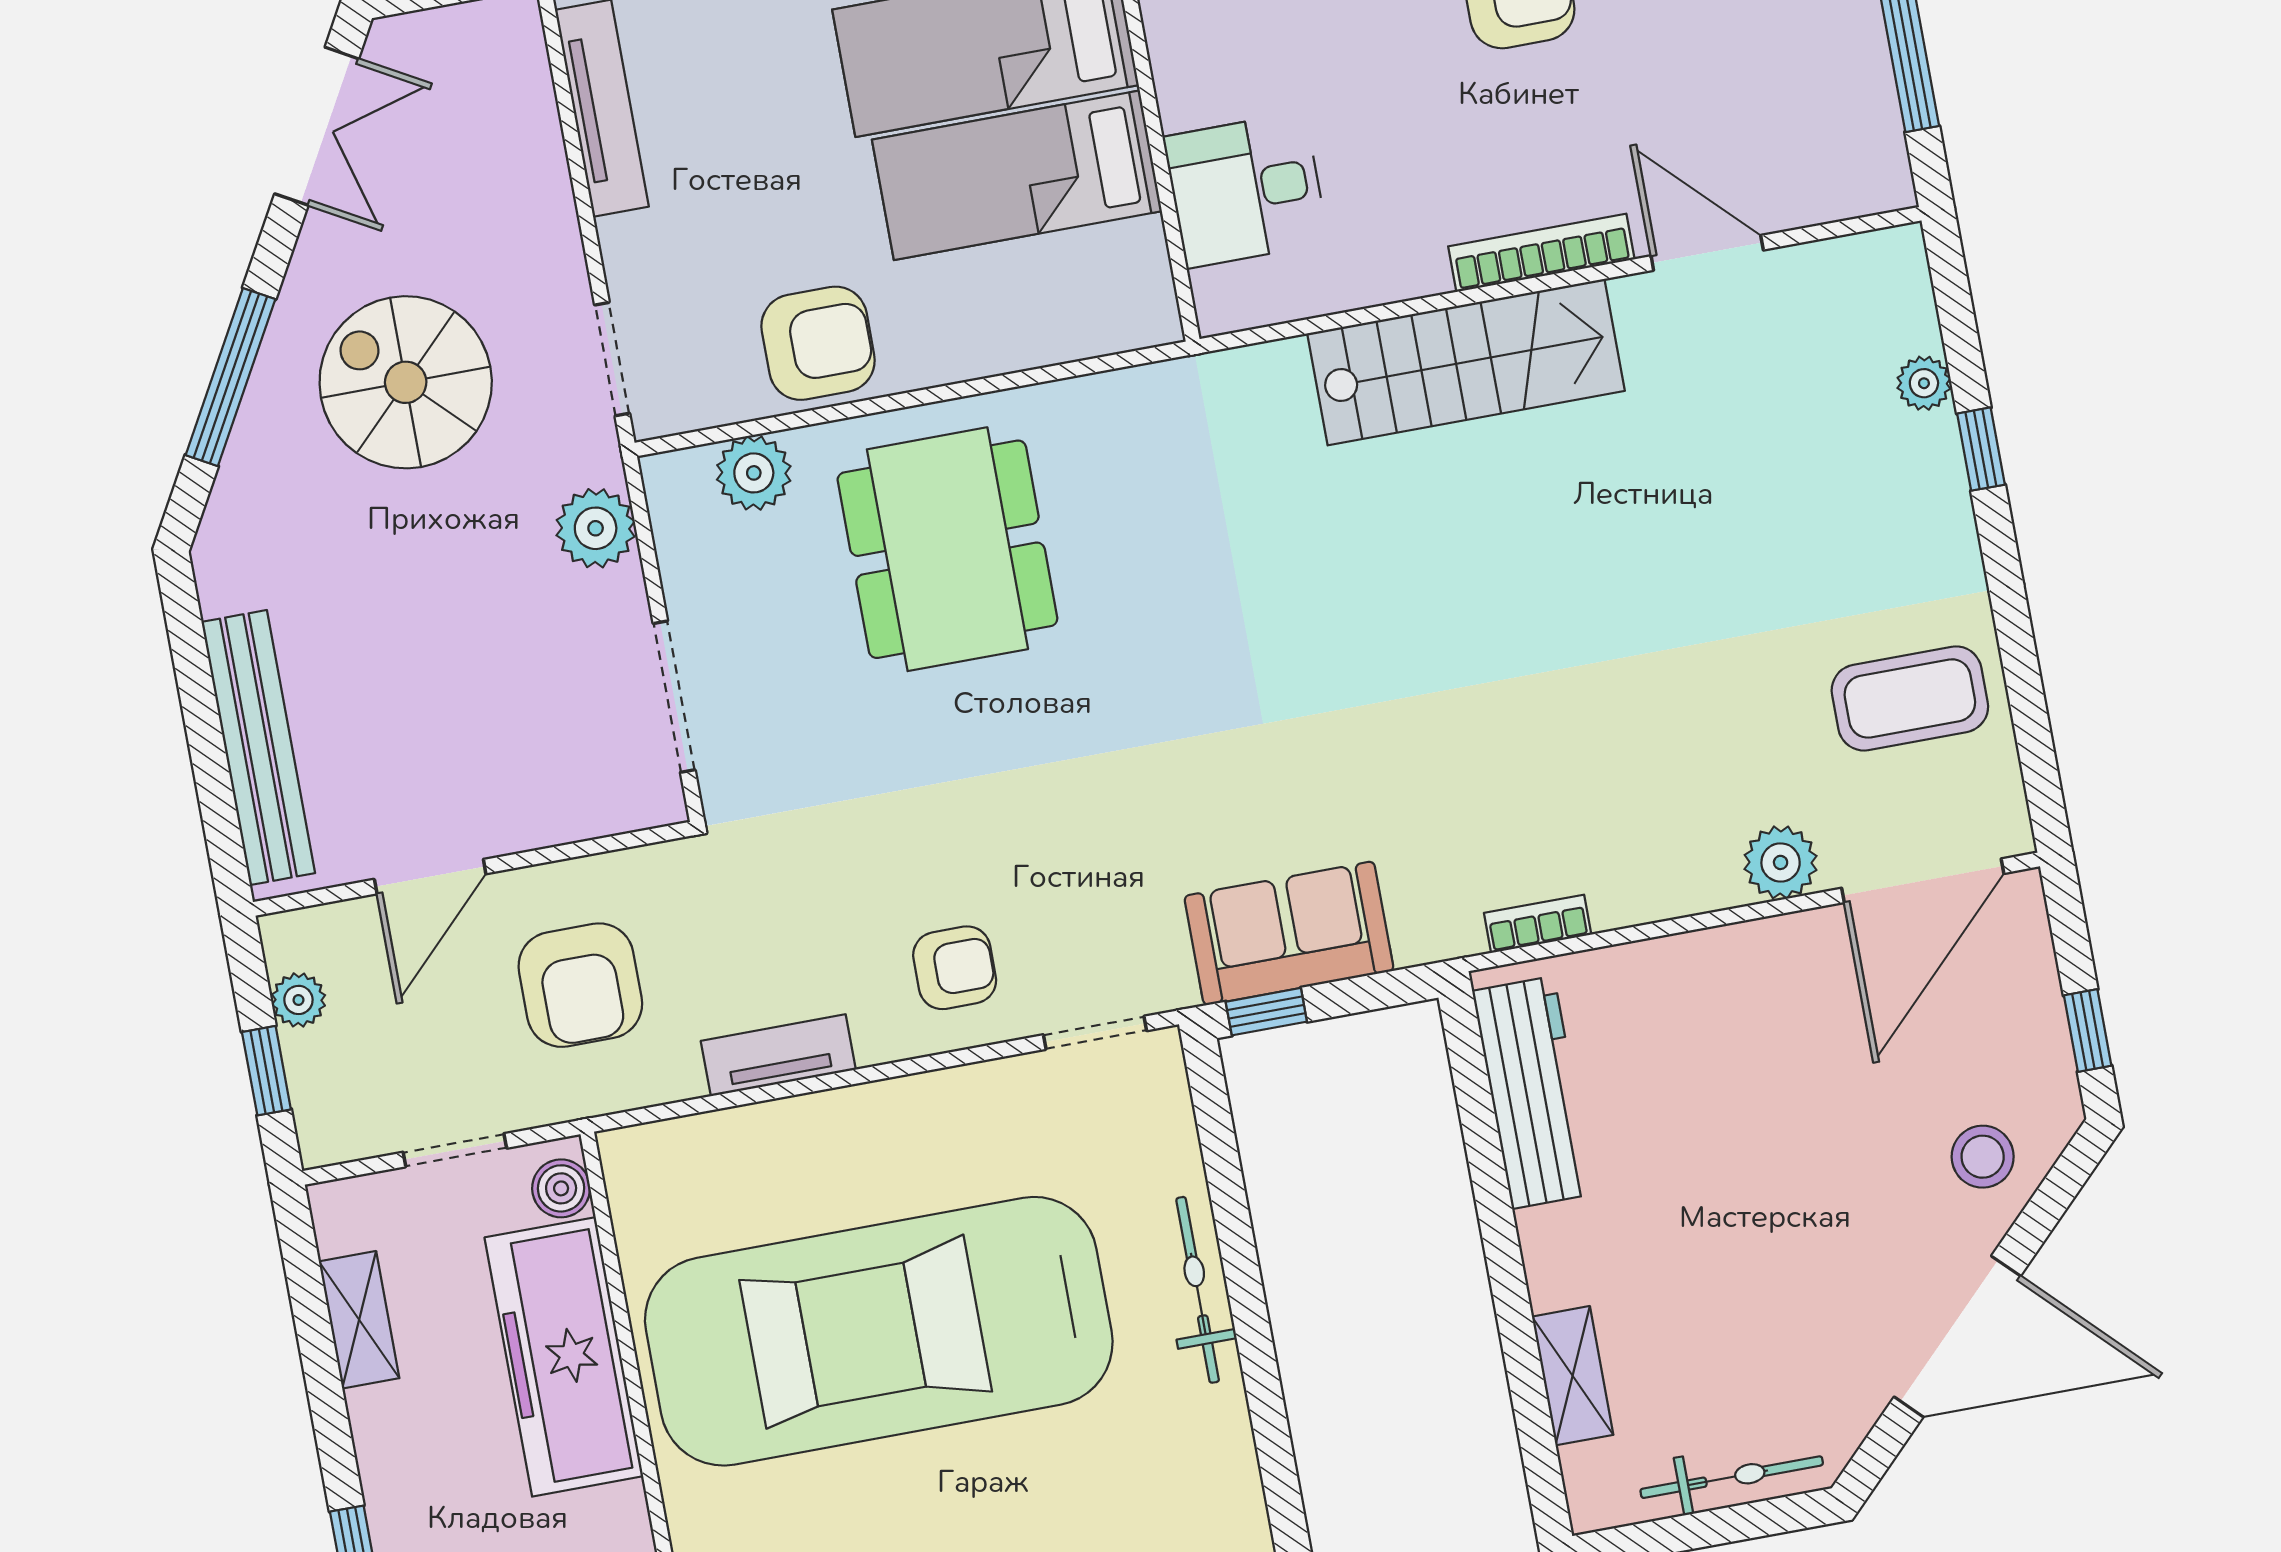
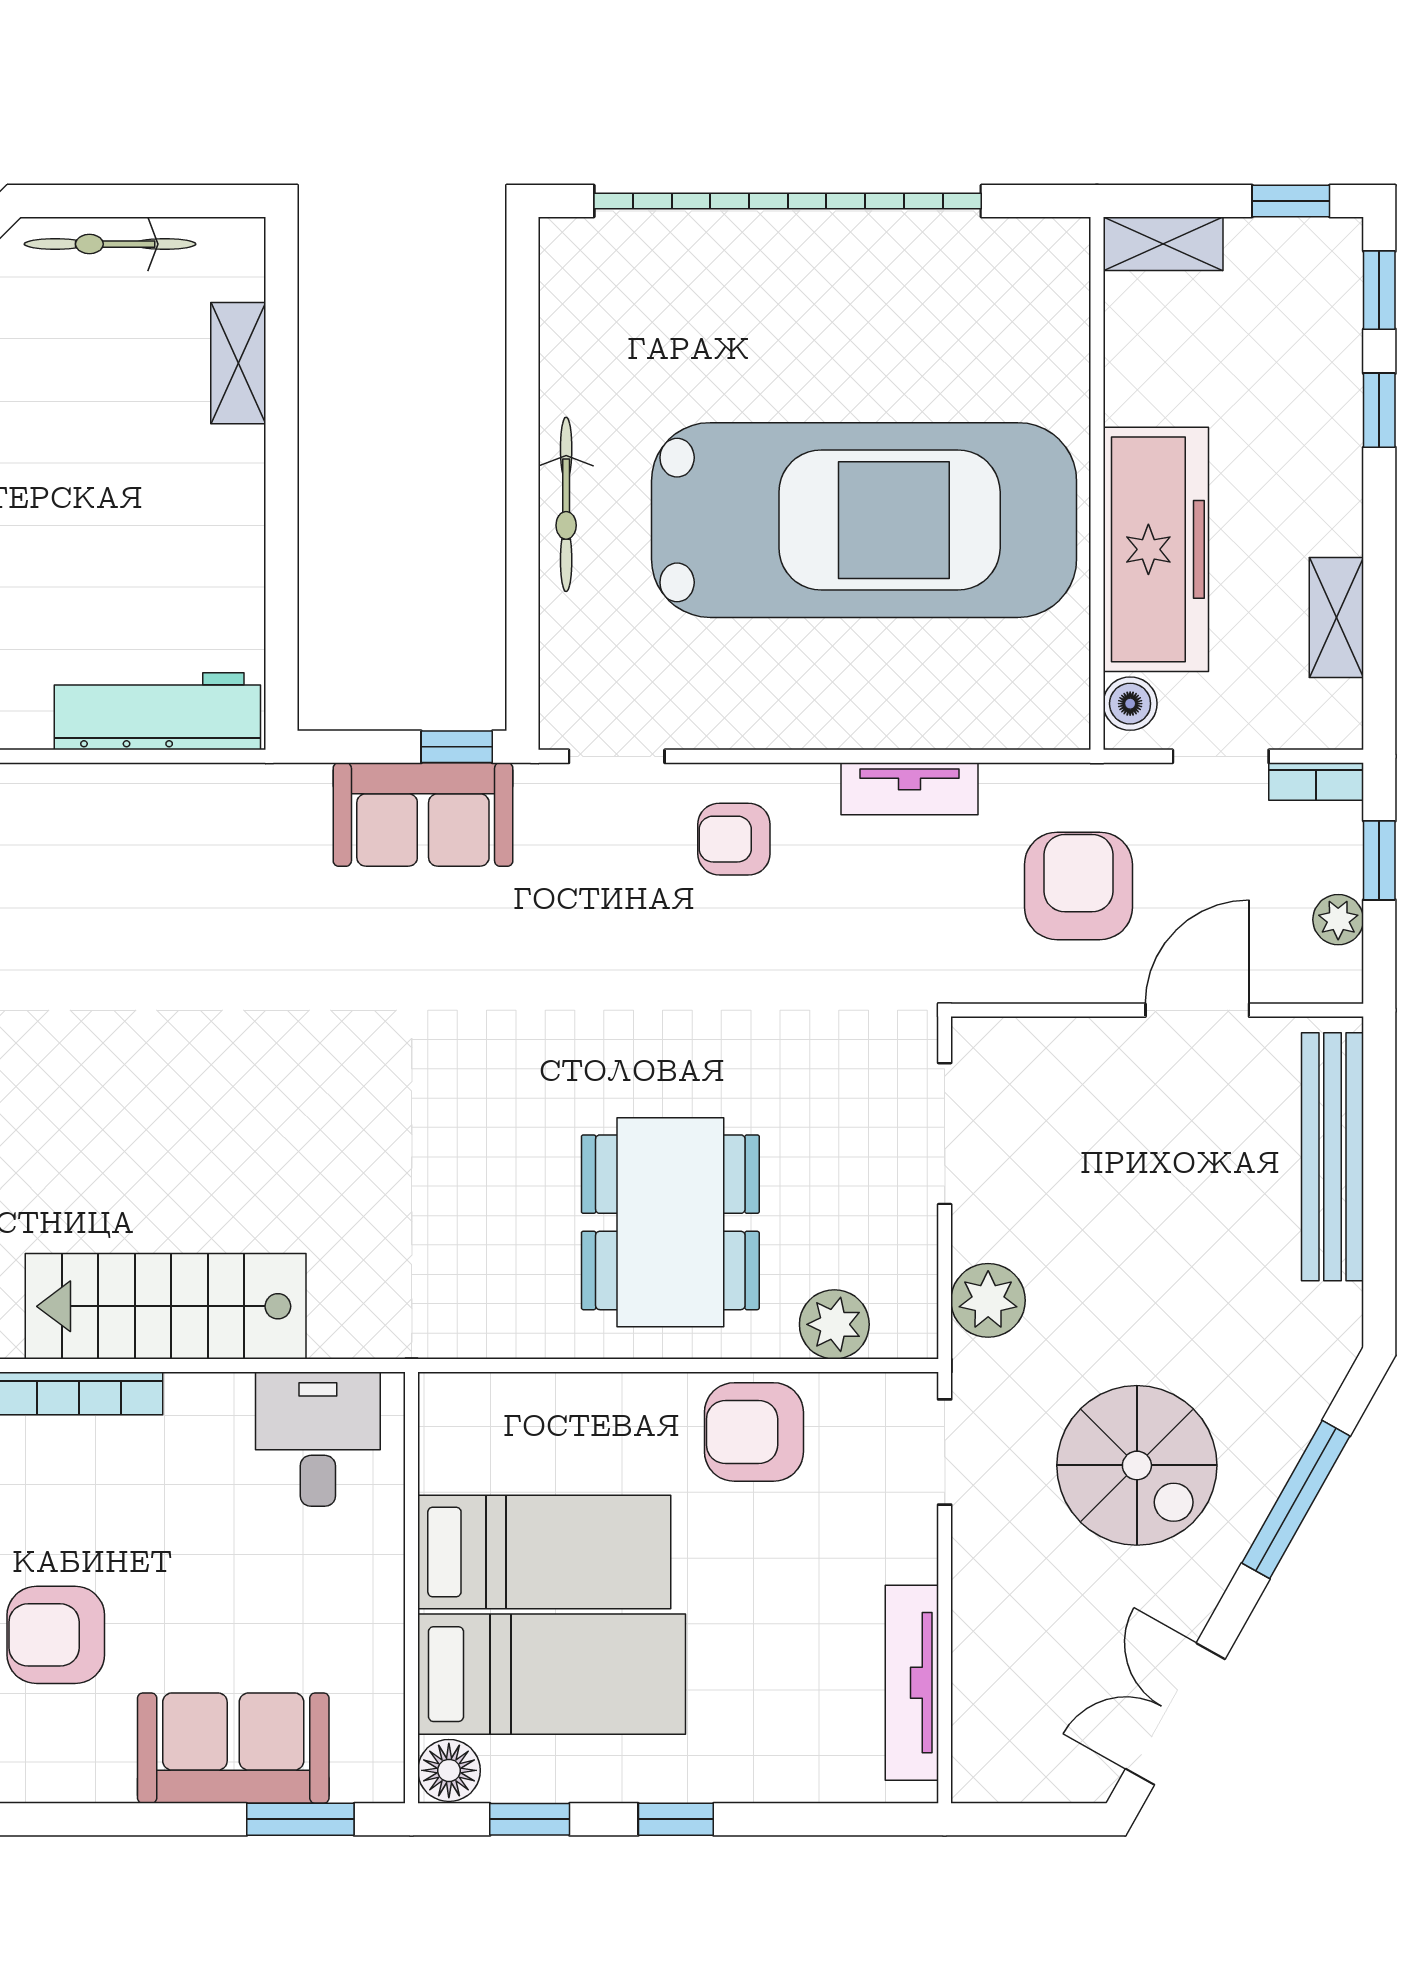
desk: (1246, 190) -> (318, 1439), moved, turned -90
bookcase: (1538, 924) -> (1316, 782), moved
workbench: (1533, 1092) -> (157, 711), moved, turned 90

